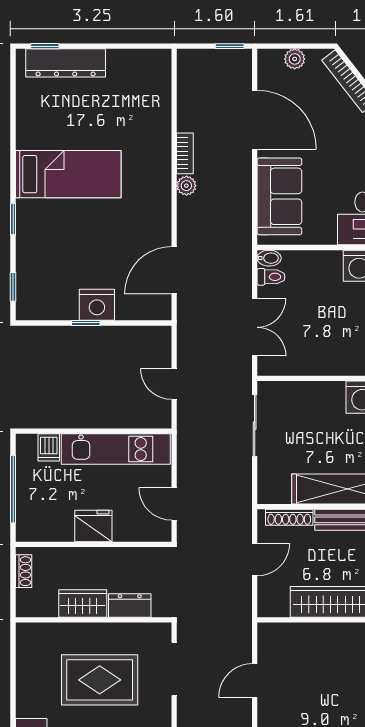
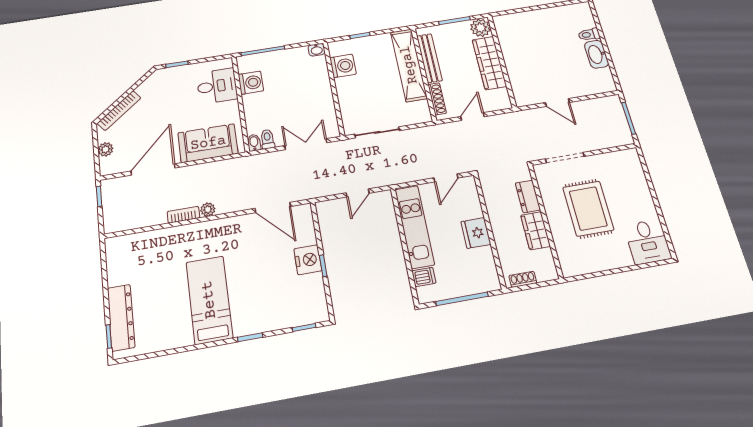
door: (255, 559) -> (472, 117), hinge flipped

